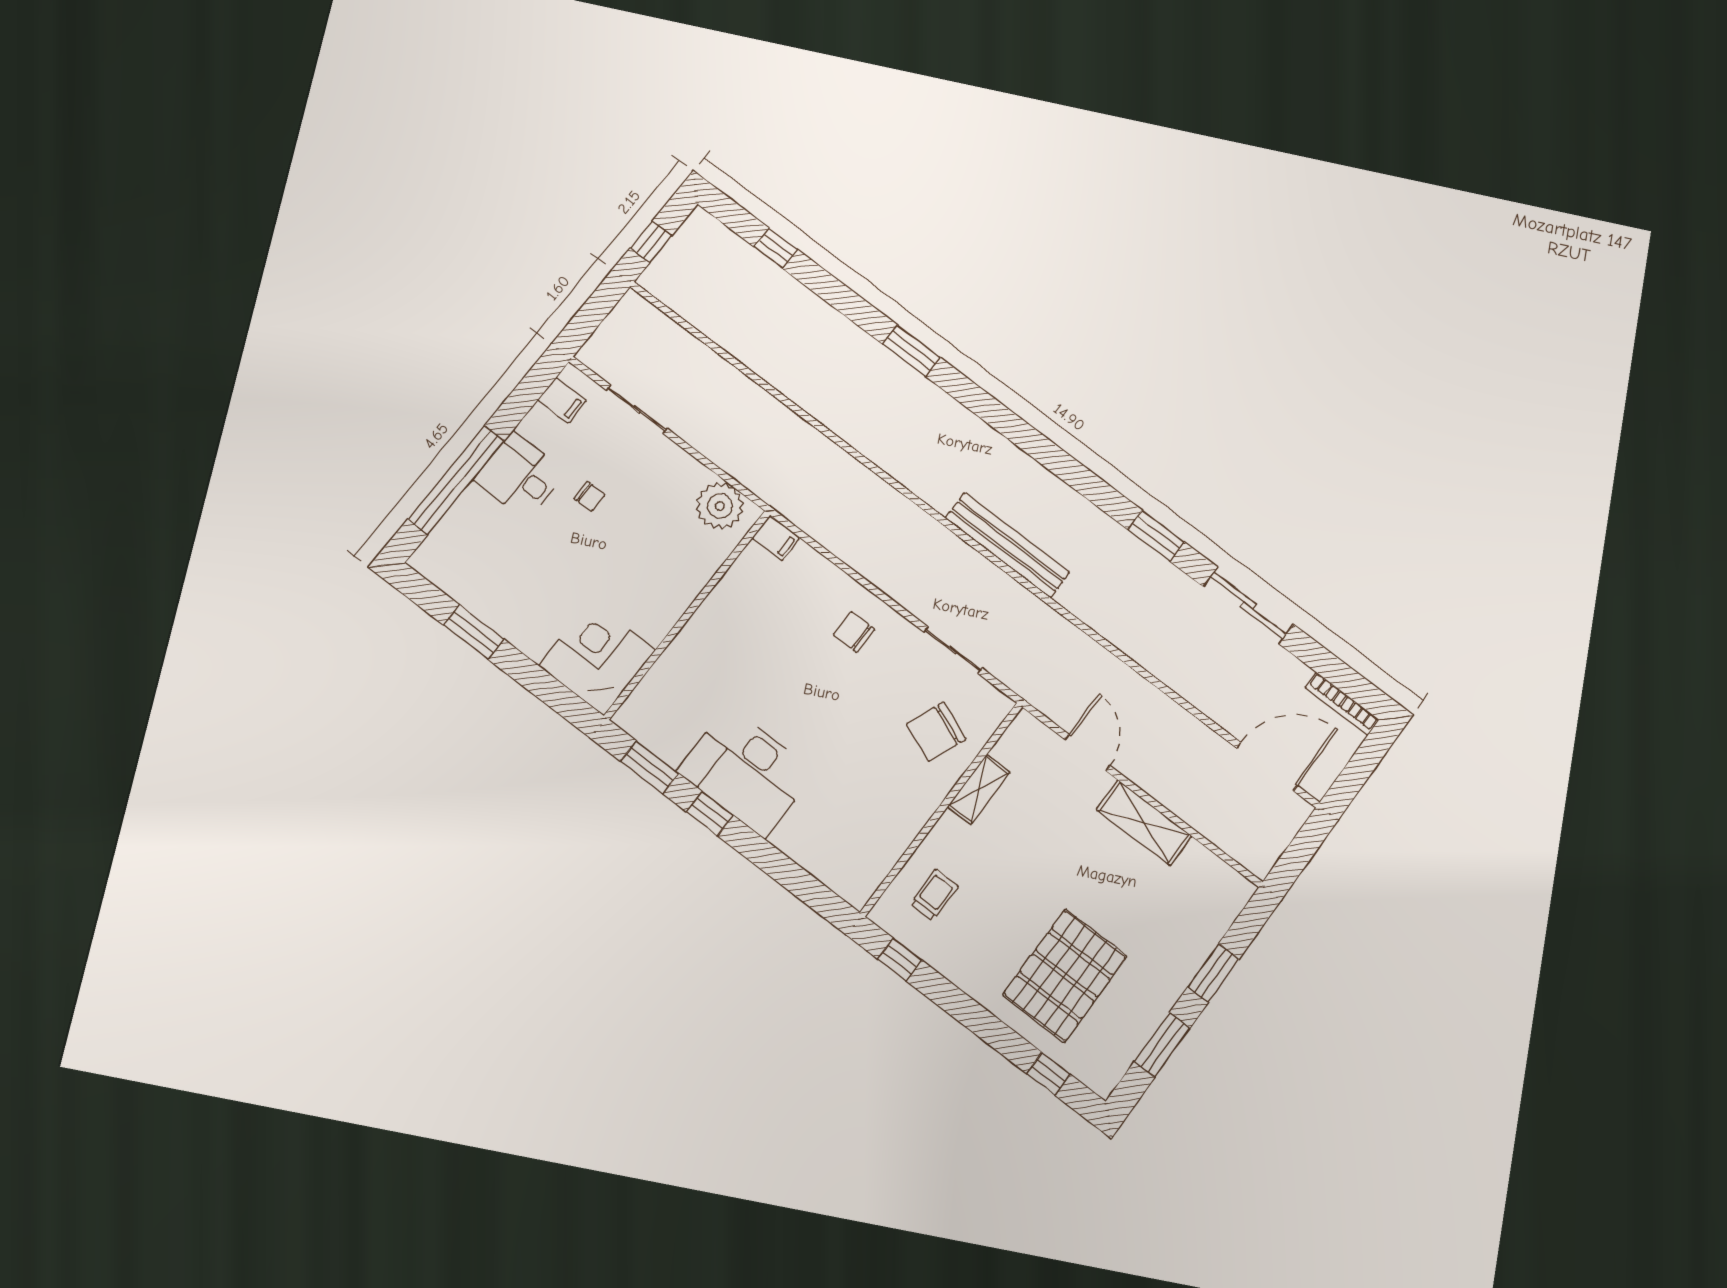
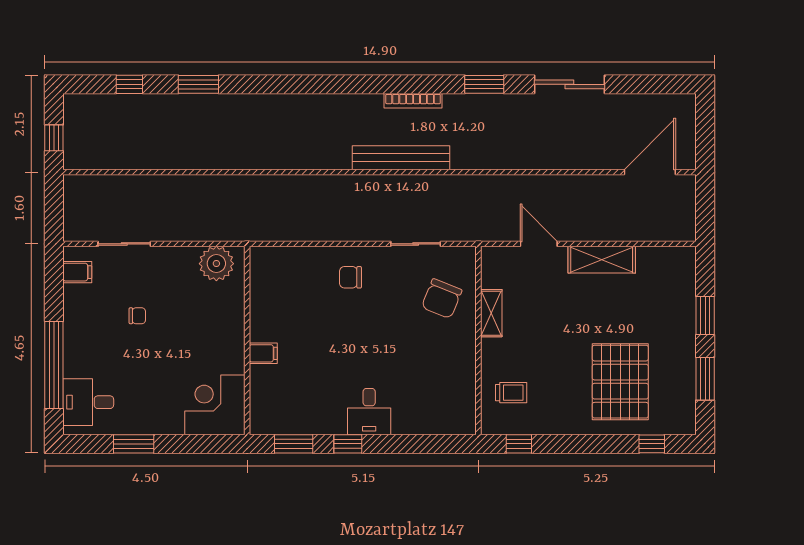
window: (911, 351) -> (198, 84), moved
desk: (520, 476) -> (88, 402), moved
filing cabinet: (776, 538) -> (263, 353), moved
bookcase: (1342, 704) -> (413, 101), moved
desk: (746, 772) -> (369, 412), width x0.53, depth x0.77
trolley: (934, 895) -> (511, 393), turned 90

